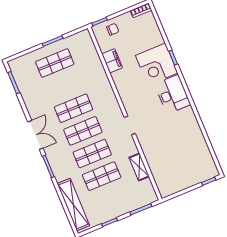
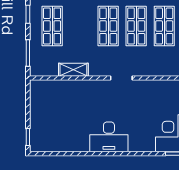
desk: (173, 94) -> (109, 137), moved
shop shelf: (102, 176) -> (52, 26), moved

